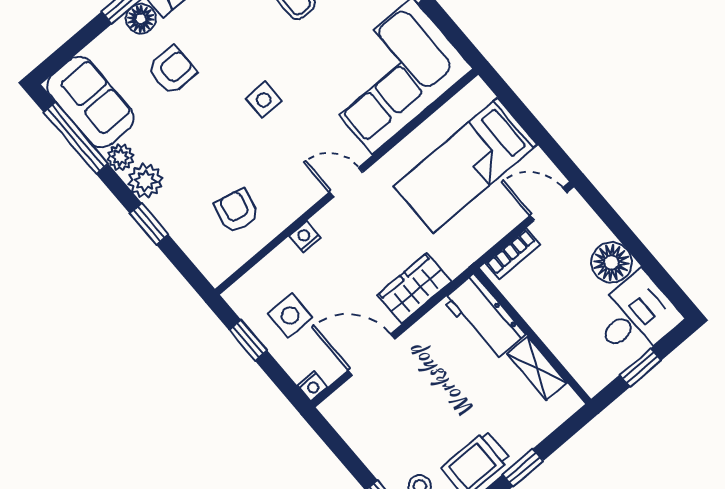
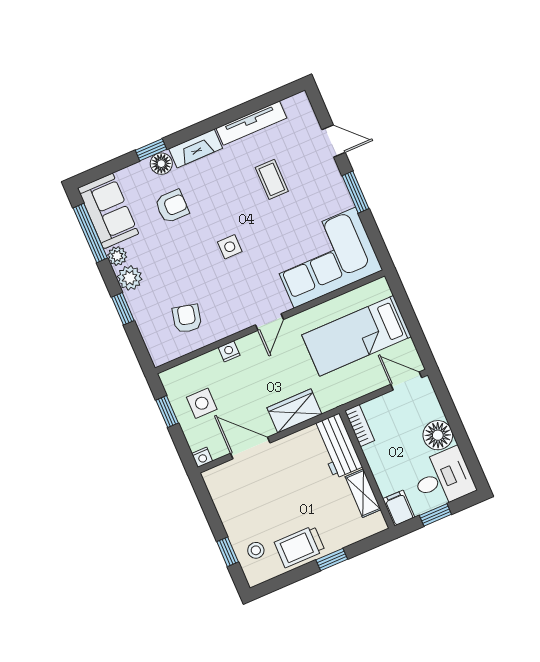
door: (346, 182) -> (270, 322), swing flipped
bookcase: (513, 254) -> (360, 426), moved, turned -90
filing cabinet: (590, 373) -> (399, 508), added

